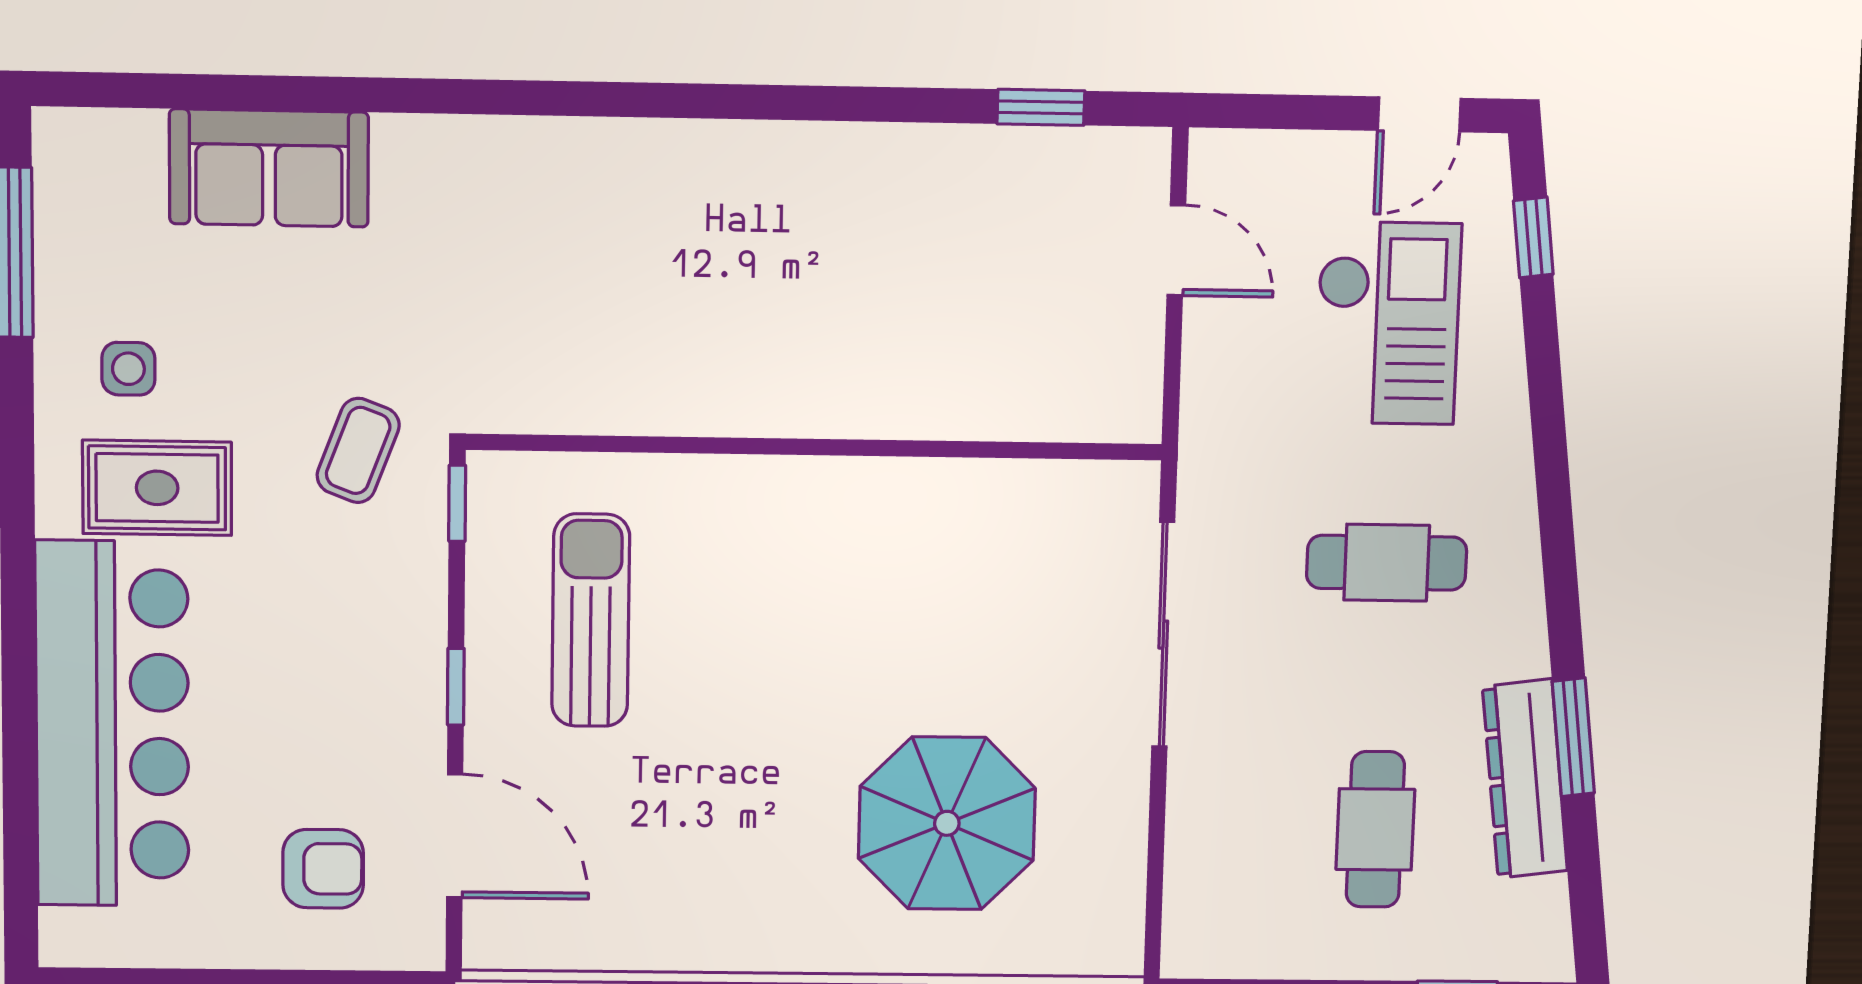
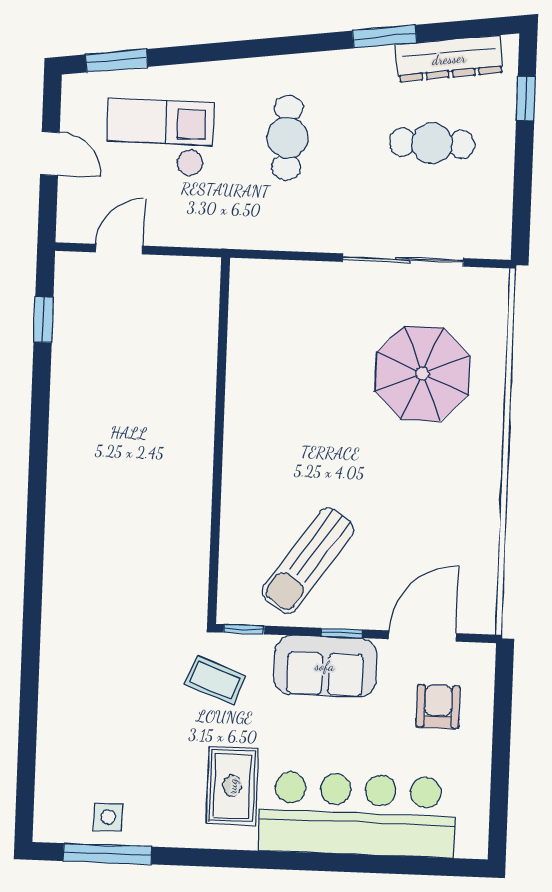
door: (1419, 114) -> (50, 154), moved
sofa: (269, 168) -> (325, 666), moved, turned 90
window: (1533, 237) -> (117, 61), width x1.50
side table: (128, 369) -> (108, 817), moved
sun lounger: (591, 620) -> (308, 561), turned -55
sliding door: (1163, 635) -> (403, 260), moved
dresser: (1525, 779) -> (449, 59), moved

